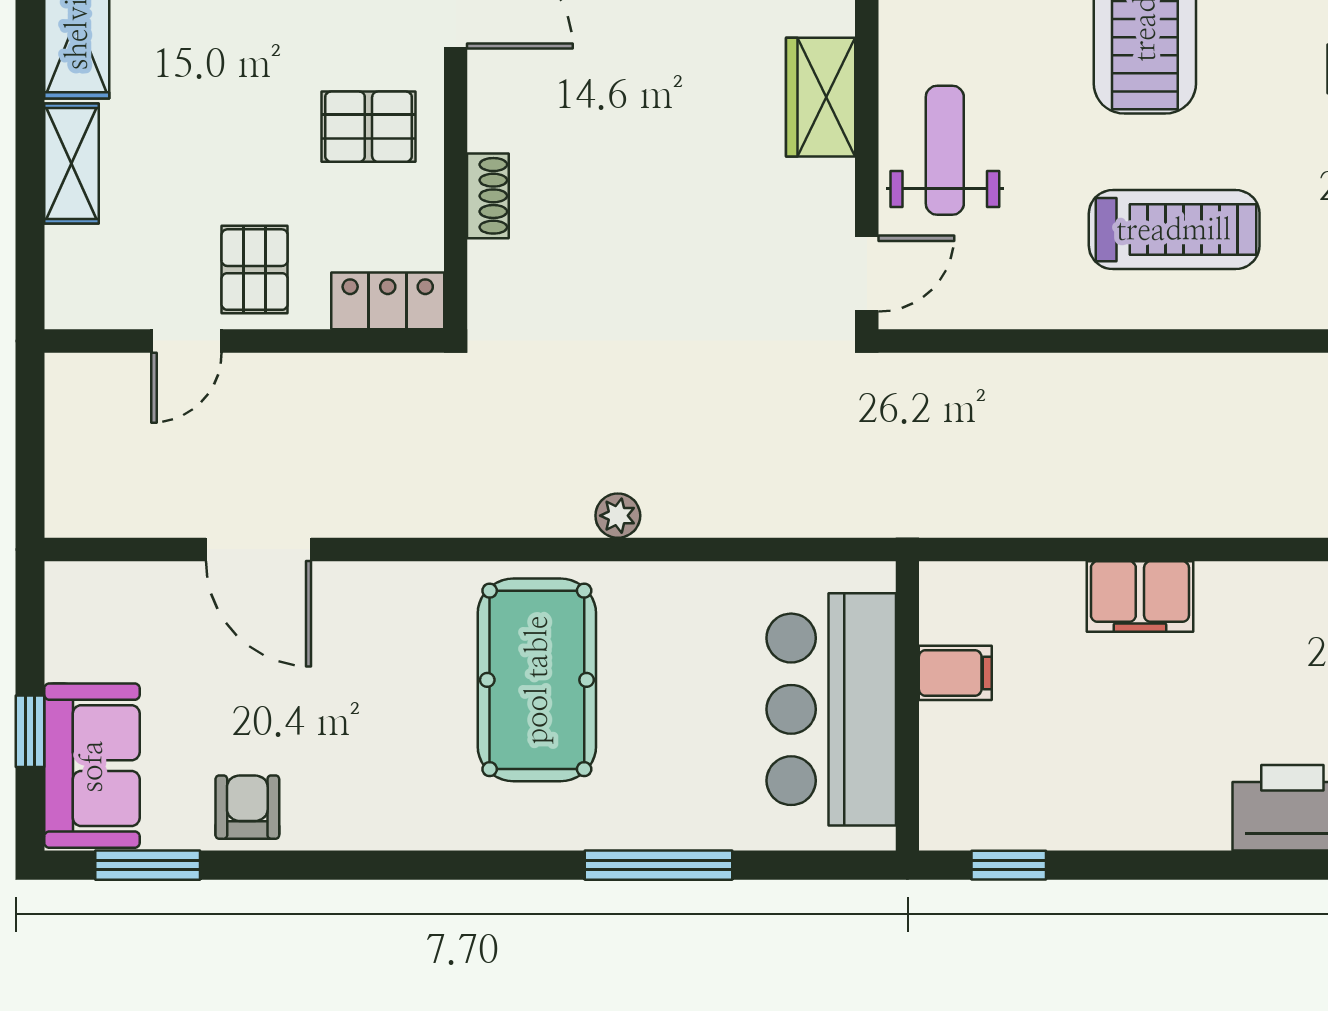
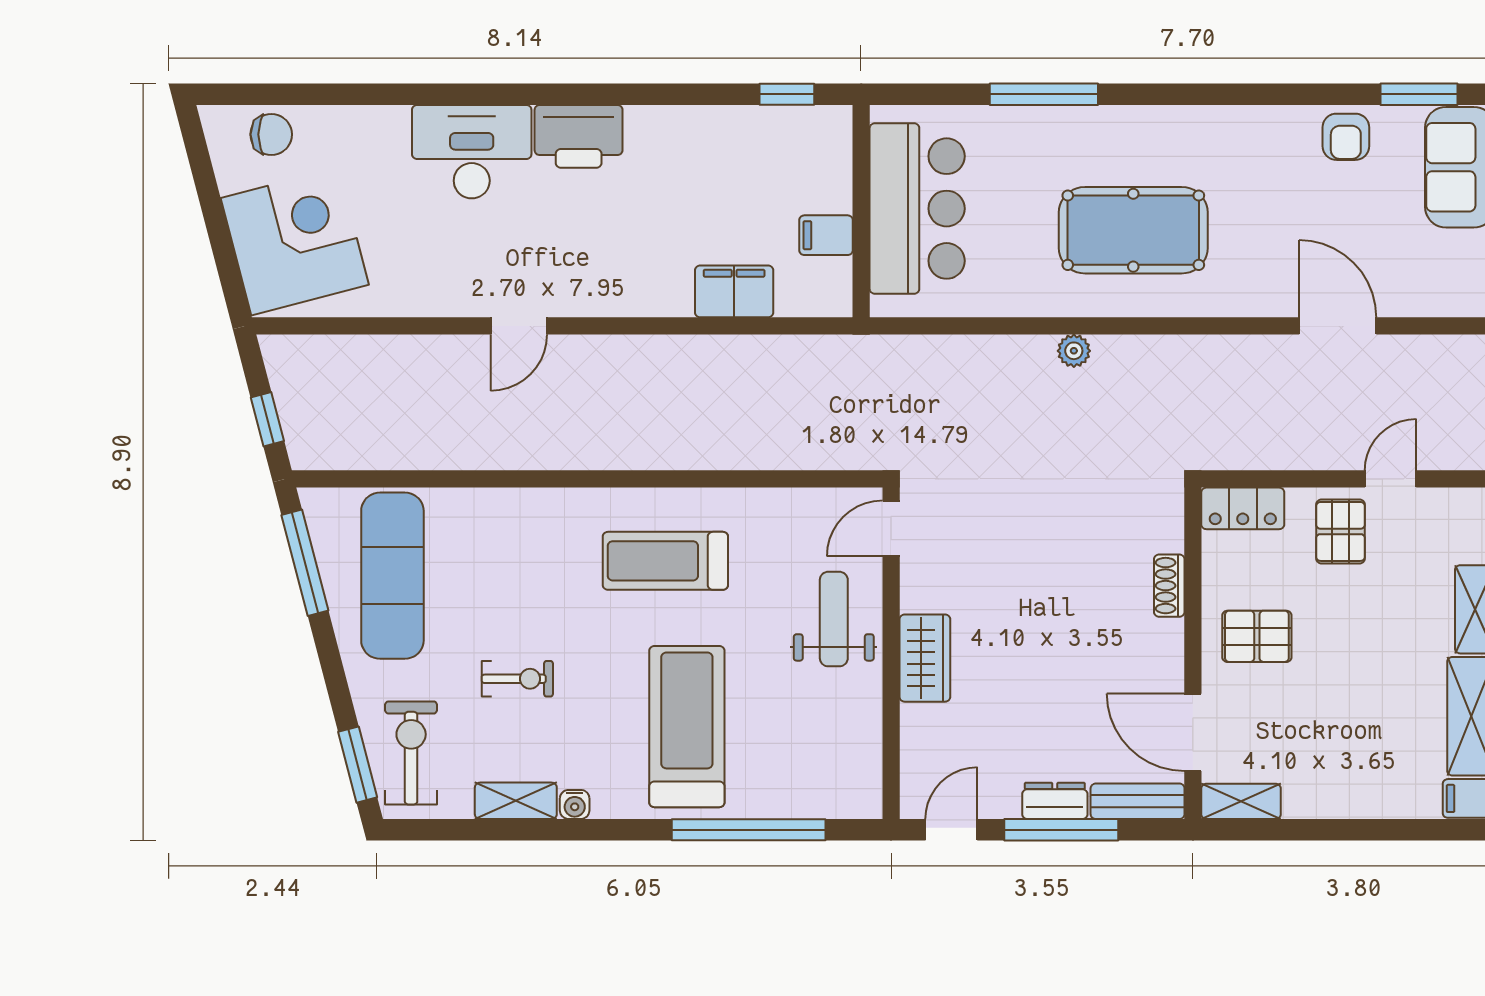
weight bench: (945, 150) -> (834, 619), turned 180
filing cabinet: (1140, 596) -> (734, 291), moved
pool table: (537, 680) -> (1133, 230), turned 90

